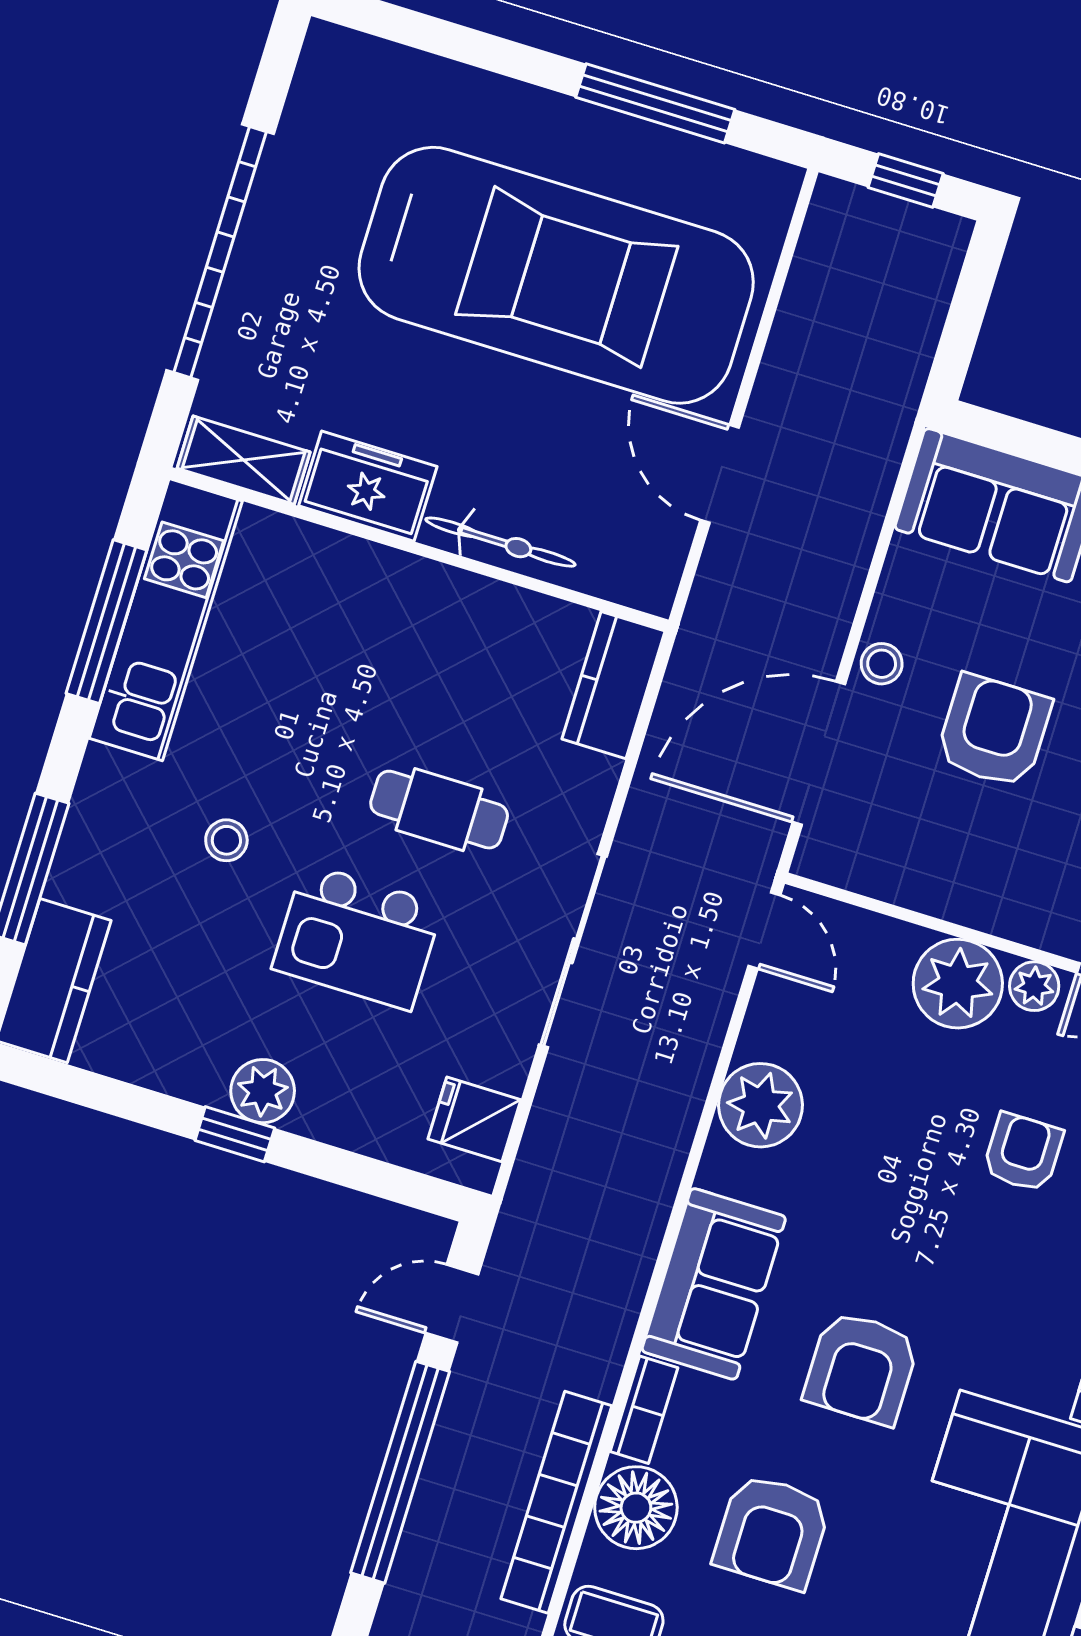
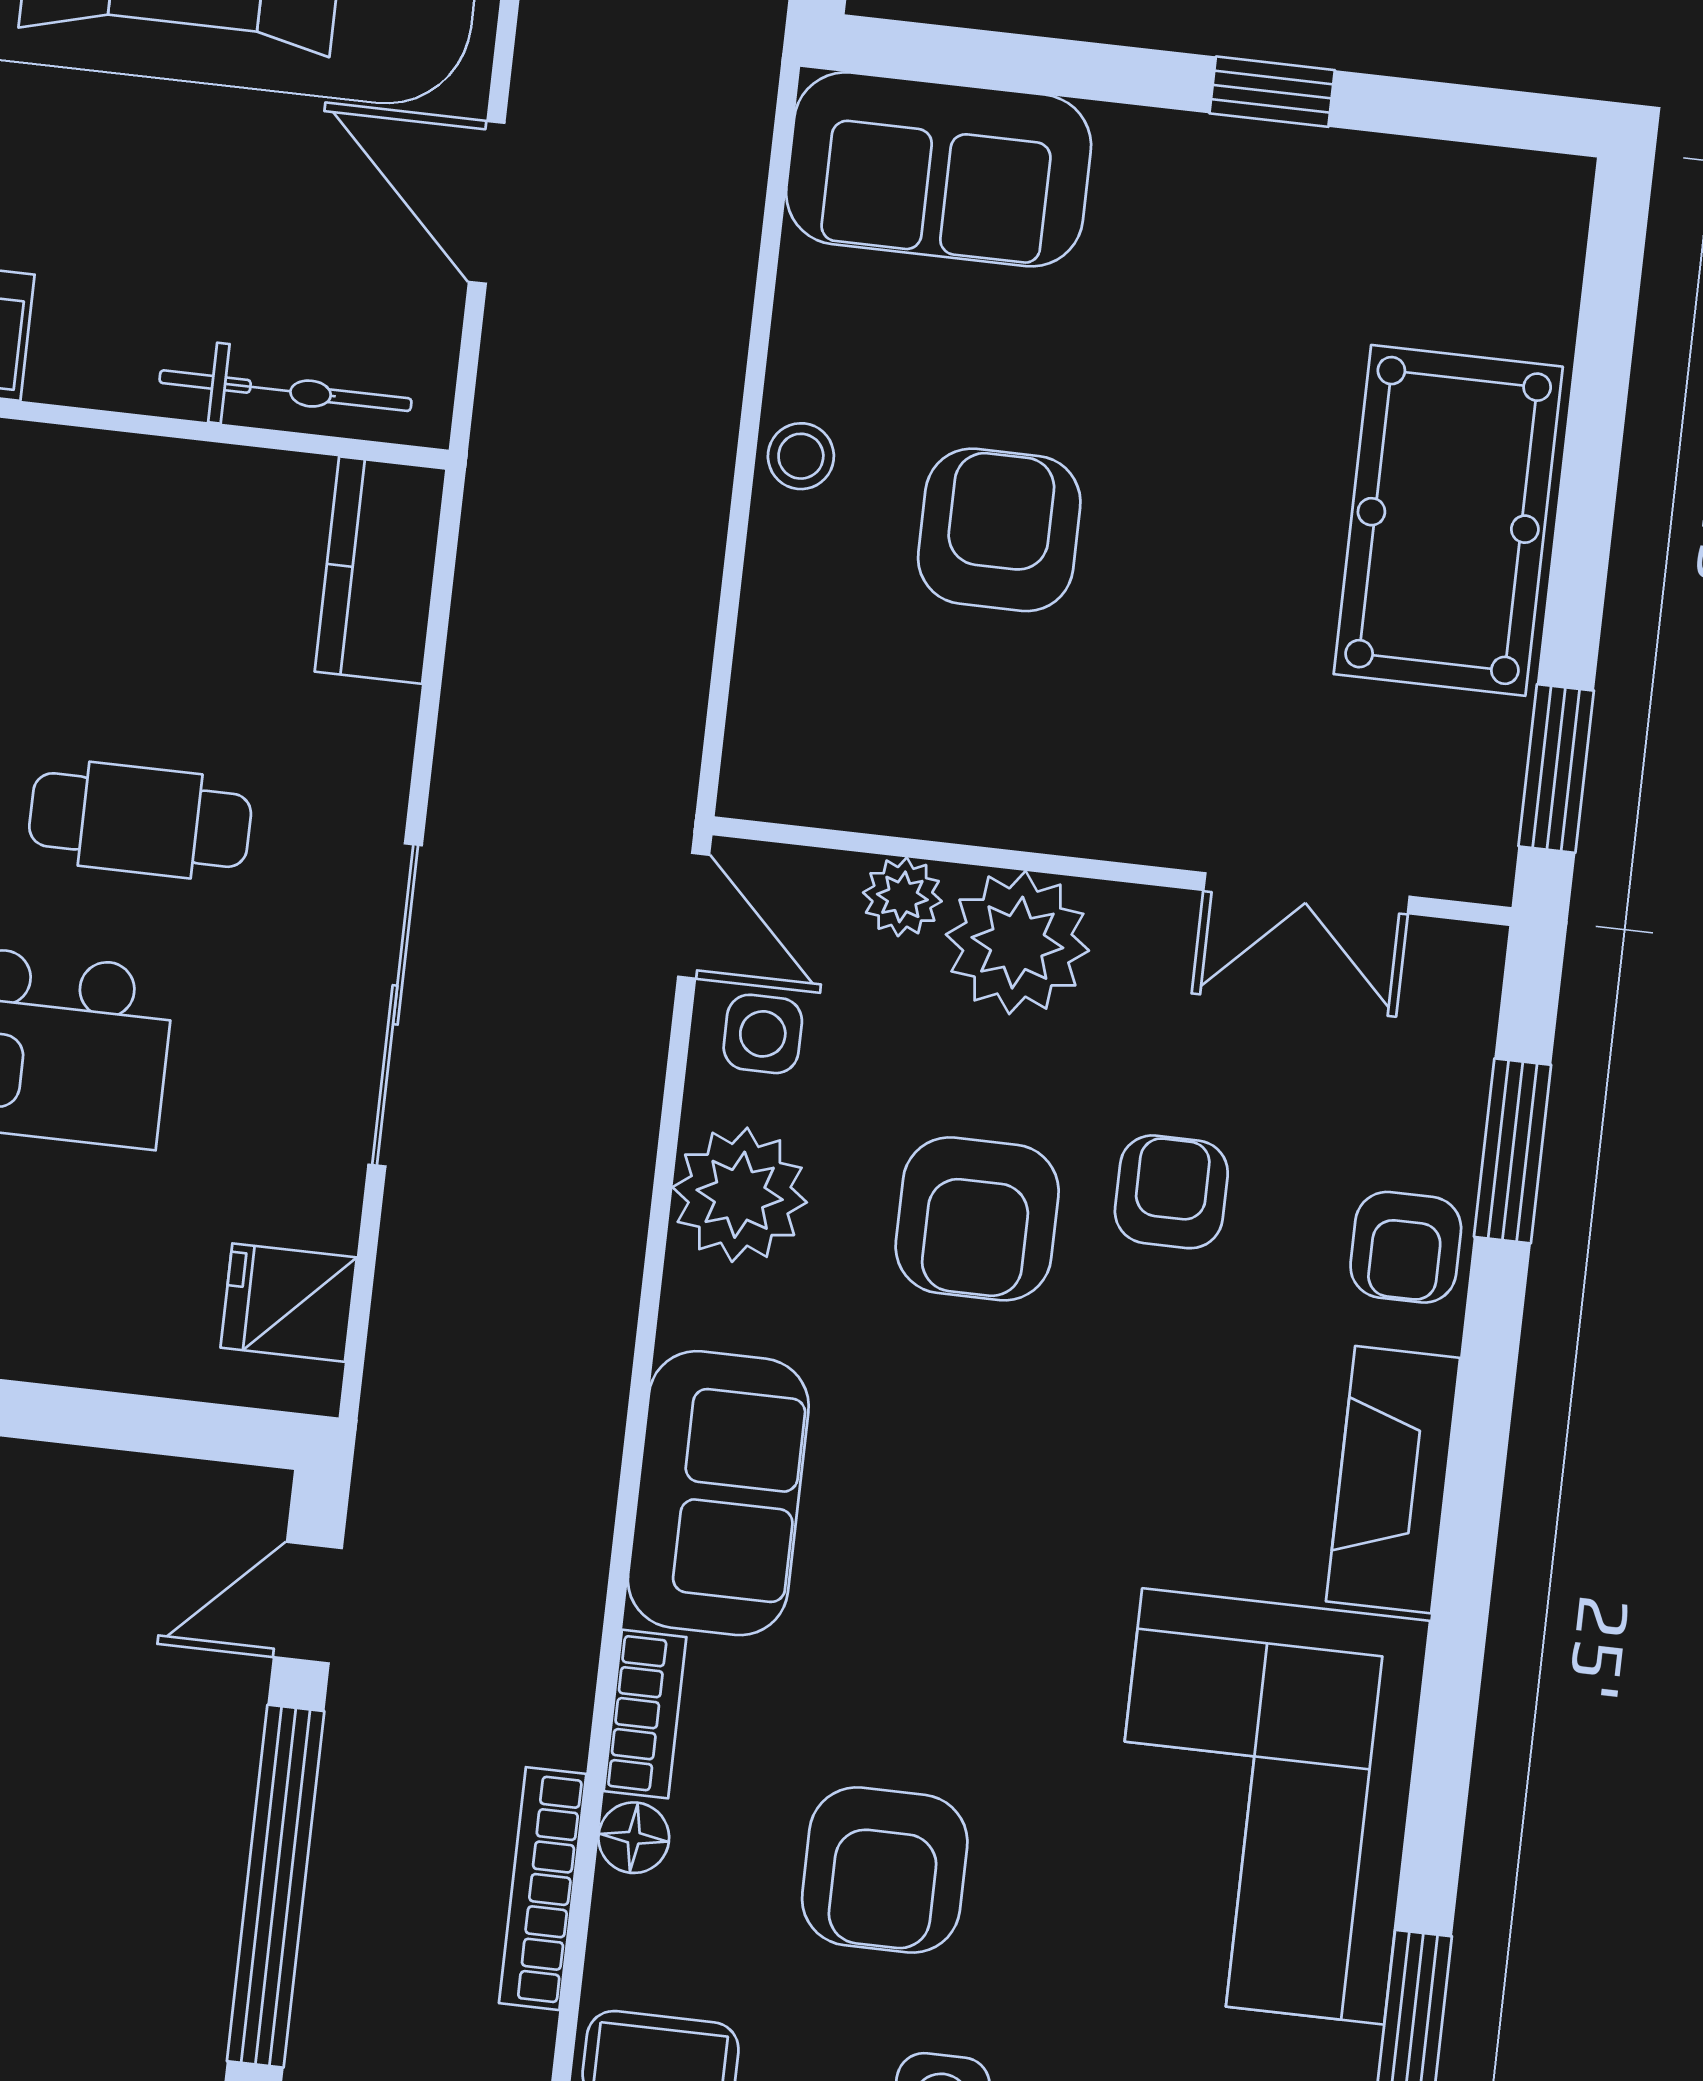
bicycle: (500, 542) -> (285, 391), moved
door: (819, 753) -> (728, 617), removed
plant: (1034, 986) -> (902, 897), moved
side table: (793, 1010) -> (763, 1034), added
armchair: (861, 1368) -> (977, 1219), moved
bookcase: (556, 1502) -> (543, 1889), width x0.68, depth x0.76
floor lamp: (636, 1508) -> (634, 1838), width x0.53, depth x0.53

